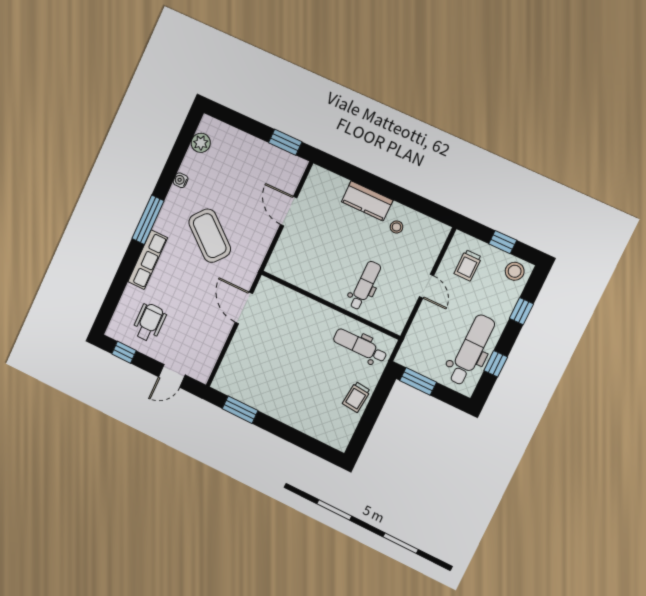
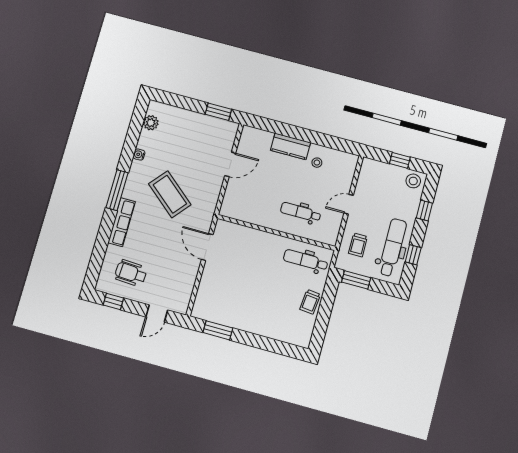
door: (289, 211) -> (230, 164), swing flipped
trolley: (468, 265) -> (358, 245), moved
dental chair: (365, 285) -> (301, 212), turned -90
door: (427, 286) -> (349, 204), swing flipped
wheelchair: (149, 322) -> (131, 273), turned -87

